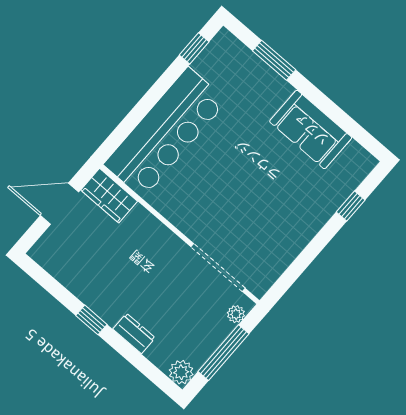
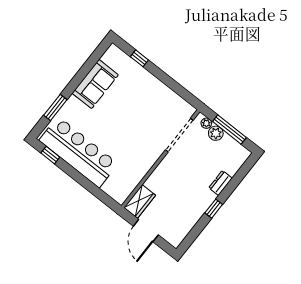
bar counter: (165, 133) -> (79, 152), moved
plant: (181, 372) -> (216, 133), moved

